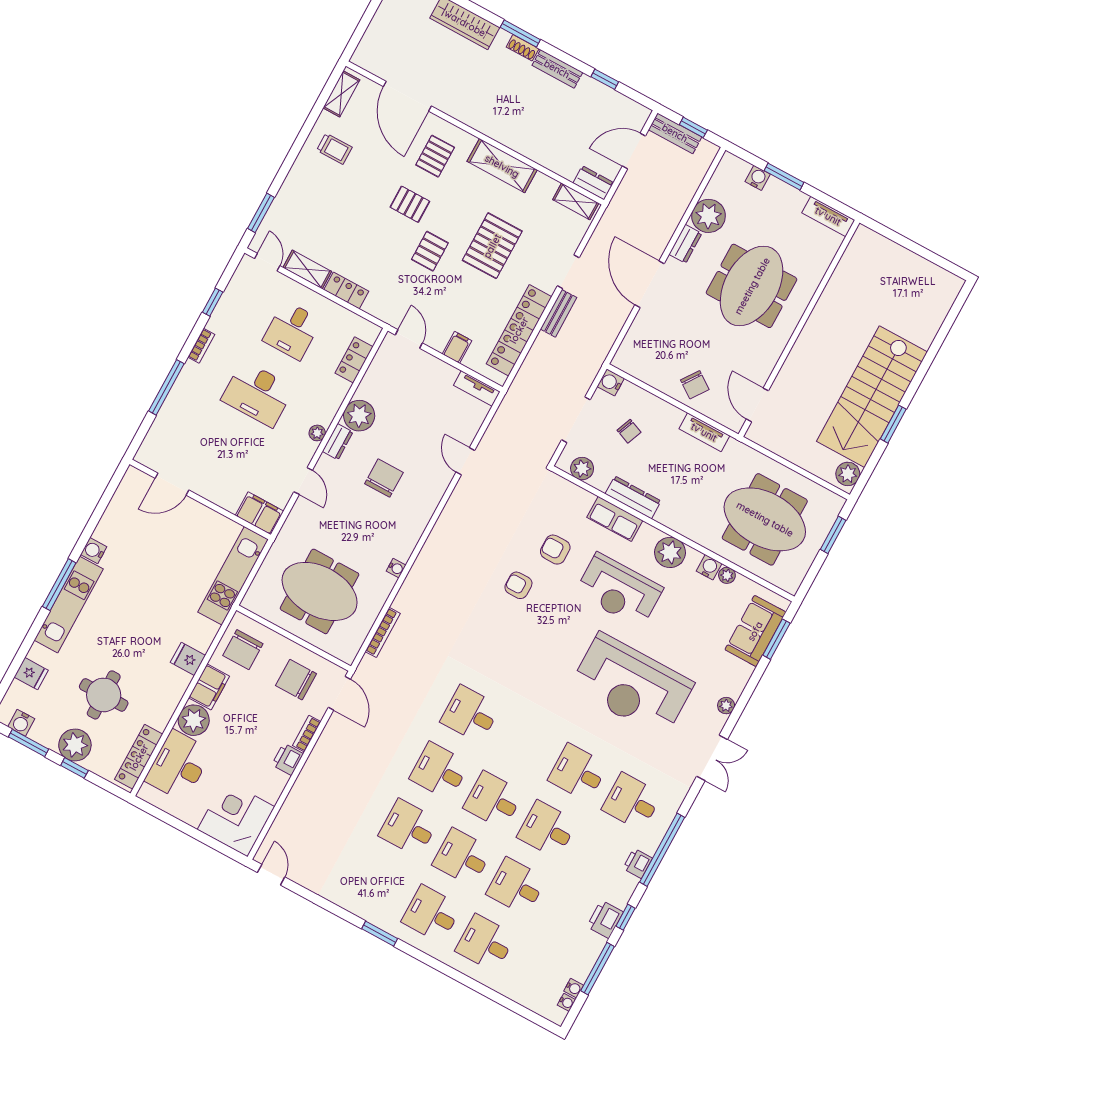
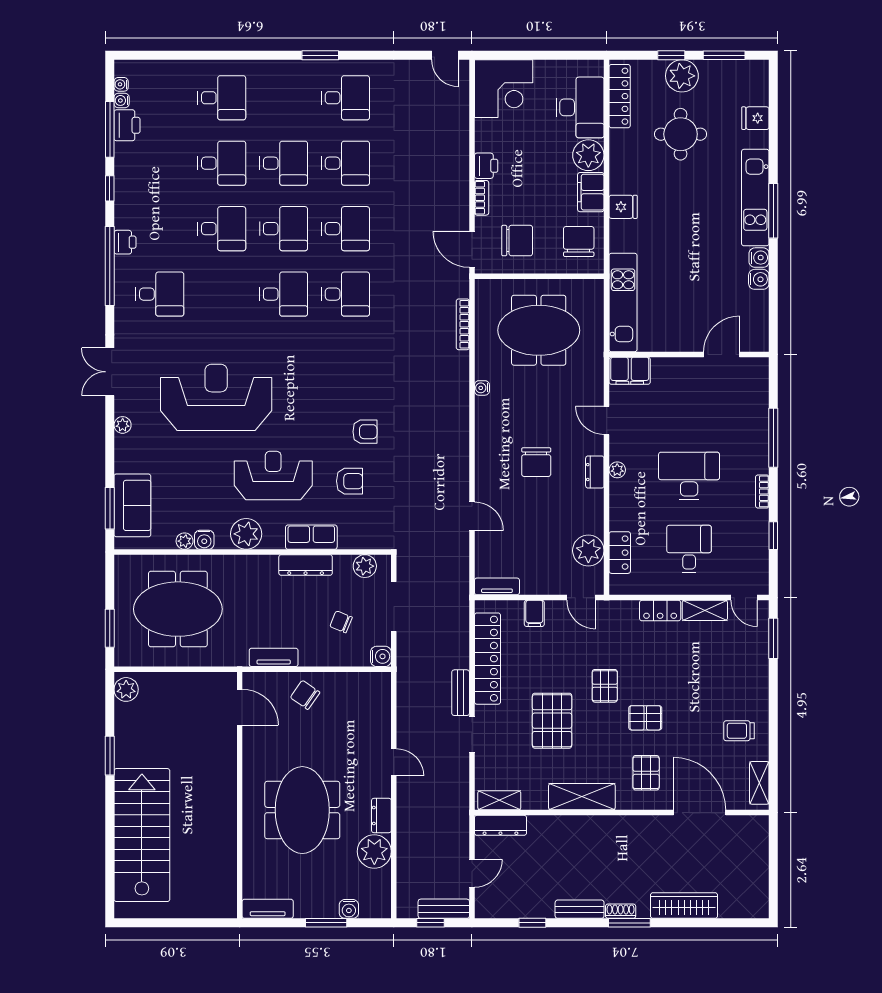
door: (634, 151) -> (472, 873), width x0.73
dresser: (593, 183) -> (500, 825), width x1.44
door: (649, 284) -> (394, 762), width x0.53
stairs: (872, 397) -> (142, 835), moved
plant: (359, 416) -> (588, 551), moved
water cooler: (21, 723) -> (759, 279), moved, turned 90
desk: (578, 773) -> (284, 294), moved
desk: (432, 914) -> (345, 98), moved
printer: (605, 919) -> (127, 125), moved

